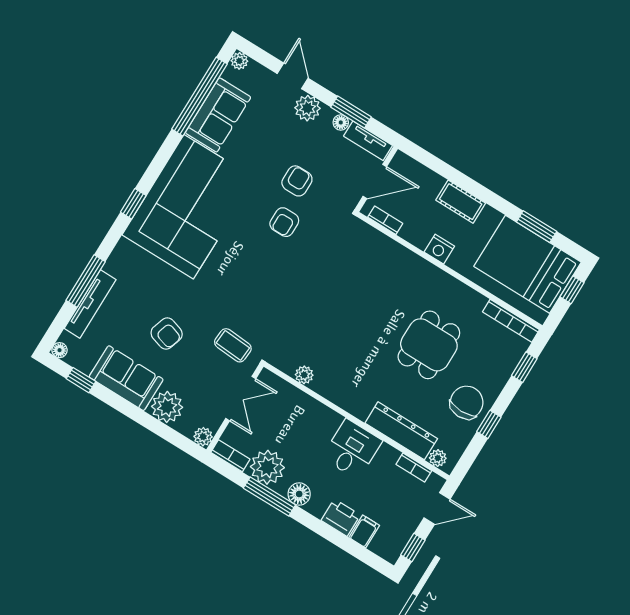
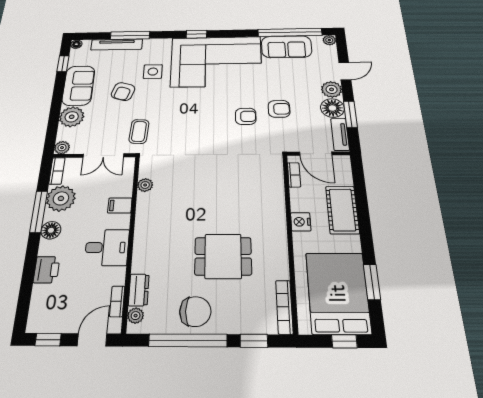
floor lamp: (341, 122) -> (332, 108), width x1.89, depth x1.89
cot: (461, 202) -> (342, 210), width x1.37, depth x1.34
armchair: (284, 222) -> (246, 116), turned 180
side table: (158, 285) -> (153, 72), added
window: (489, 424) -> (188, 340), width x3.17
dresser: (401, 431) -> (139, 290), width x0.51, depth x0.80
door: (437, 508) -> (92, 340), swing flipped
filing cabinet: (364, 531) -> (120, 205), moved, turned 180

